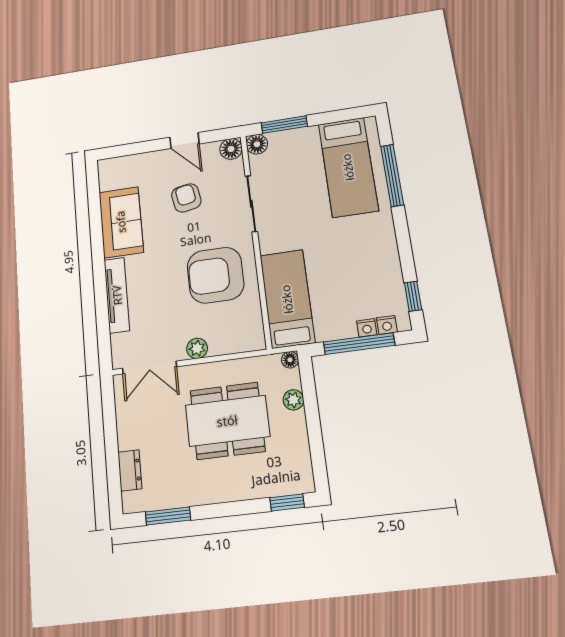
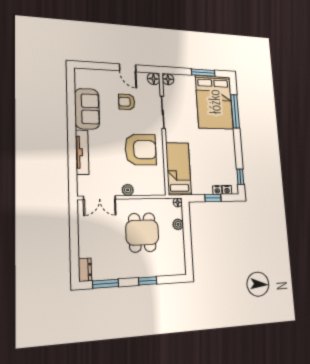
window: (284, 125) -> (203, 73), moved
bed: (348, 167) -> (214, 102), width x1.50
armchair: (186, 198) -> (127, 102), turned -80
armchair: (216, 275) -> (141, 150), turned 180
window: (359, 344) -> (213, 198), width x0.46
dining table: (227, 421) -> (142, 233), width x0.73
dresser: (130, 470) -> (85, 270), moved
window: (287, 502) -> (148, 281), moved

